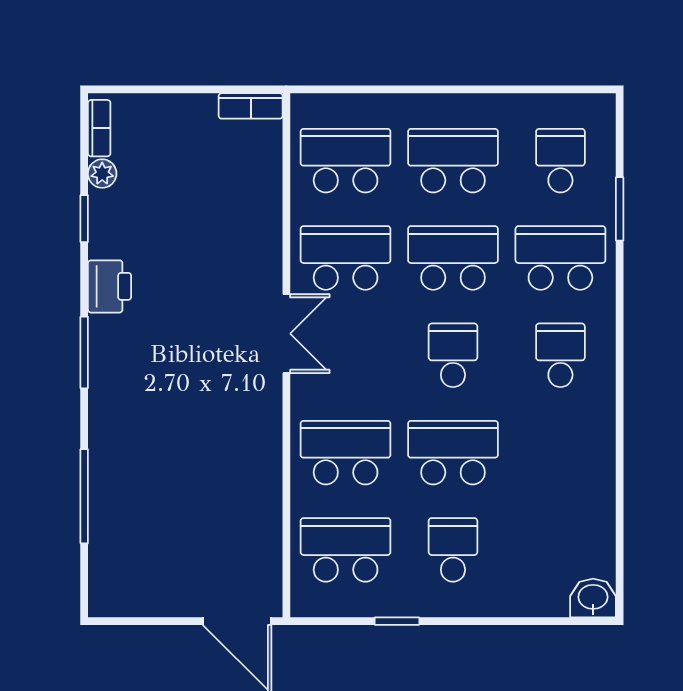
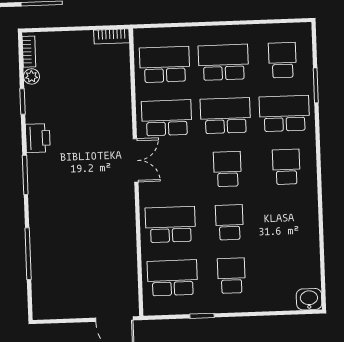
school desk: (453, 453) -> (229, 222), width x0.54

